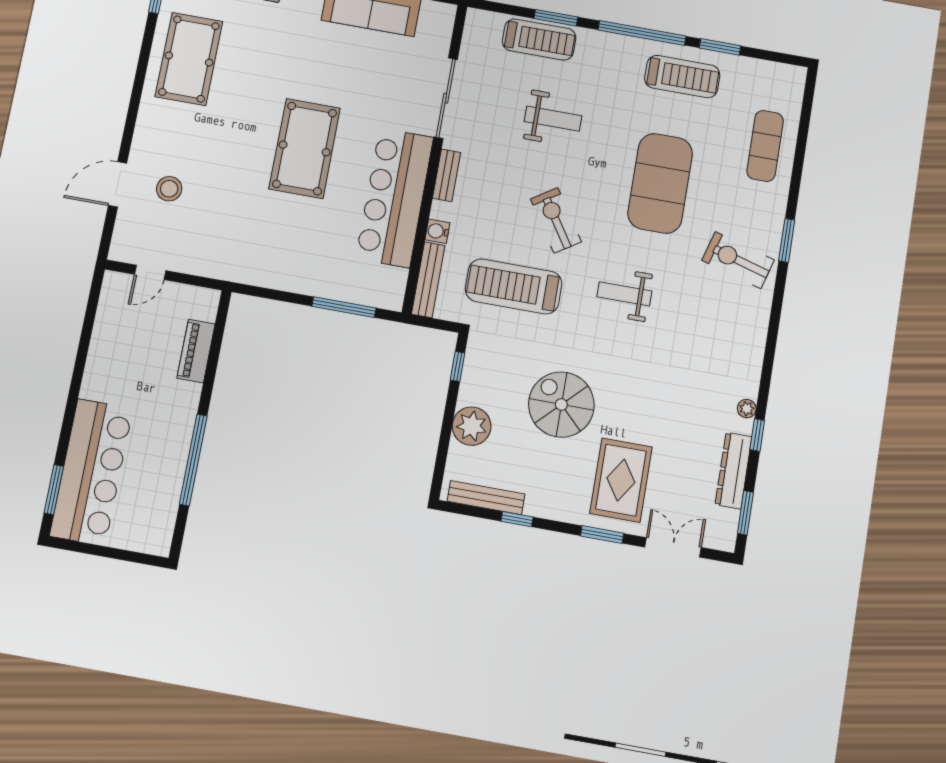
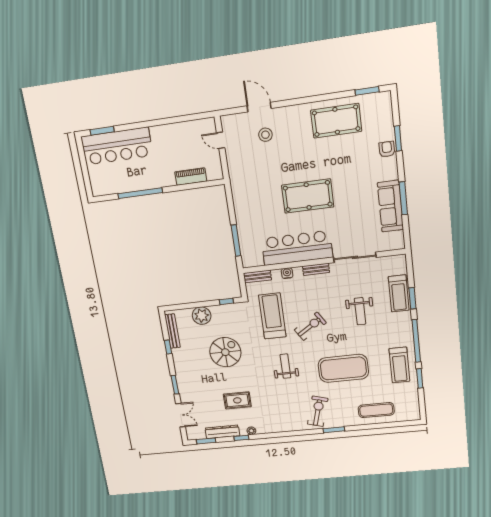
bench: (428, 280) -> (257, 277), width x0.73
rug: (621, 480) -> (237, 400), moved, width x0.73, depth x0.70

